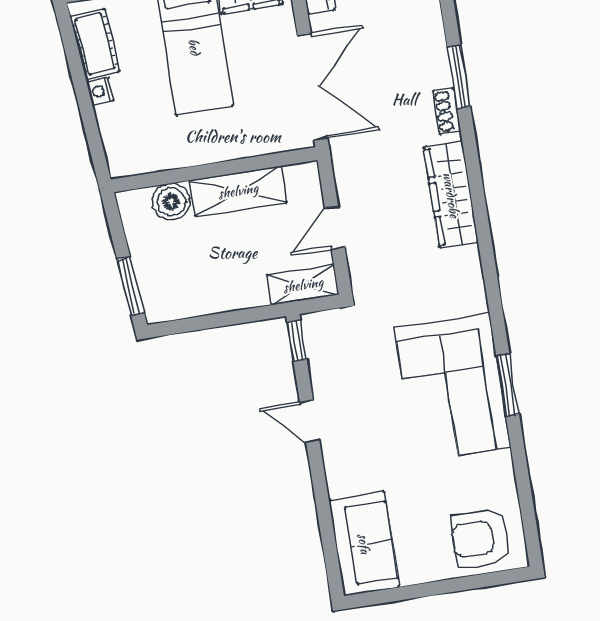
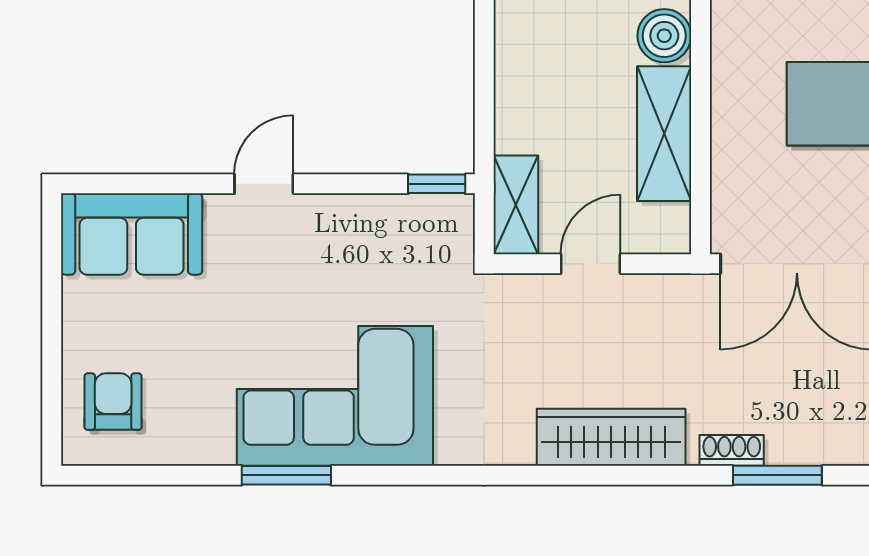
door: (335, 227) -> (590, 264), hinge flipped
window: (508, 385) -> (286, 475), moved
door: (310, 421) -> (264, 184), moved
armchair: (480, 538) -> (113, 402), width x0.72, depth x0.72

